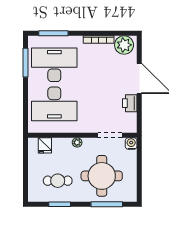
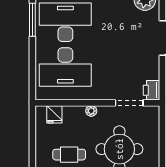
printer: (130, 103) -> (151, 90), moved
water cooler: (131, 144) -> (153, 112), removed

